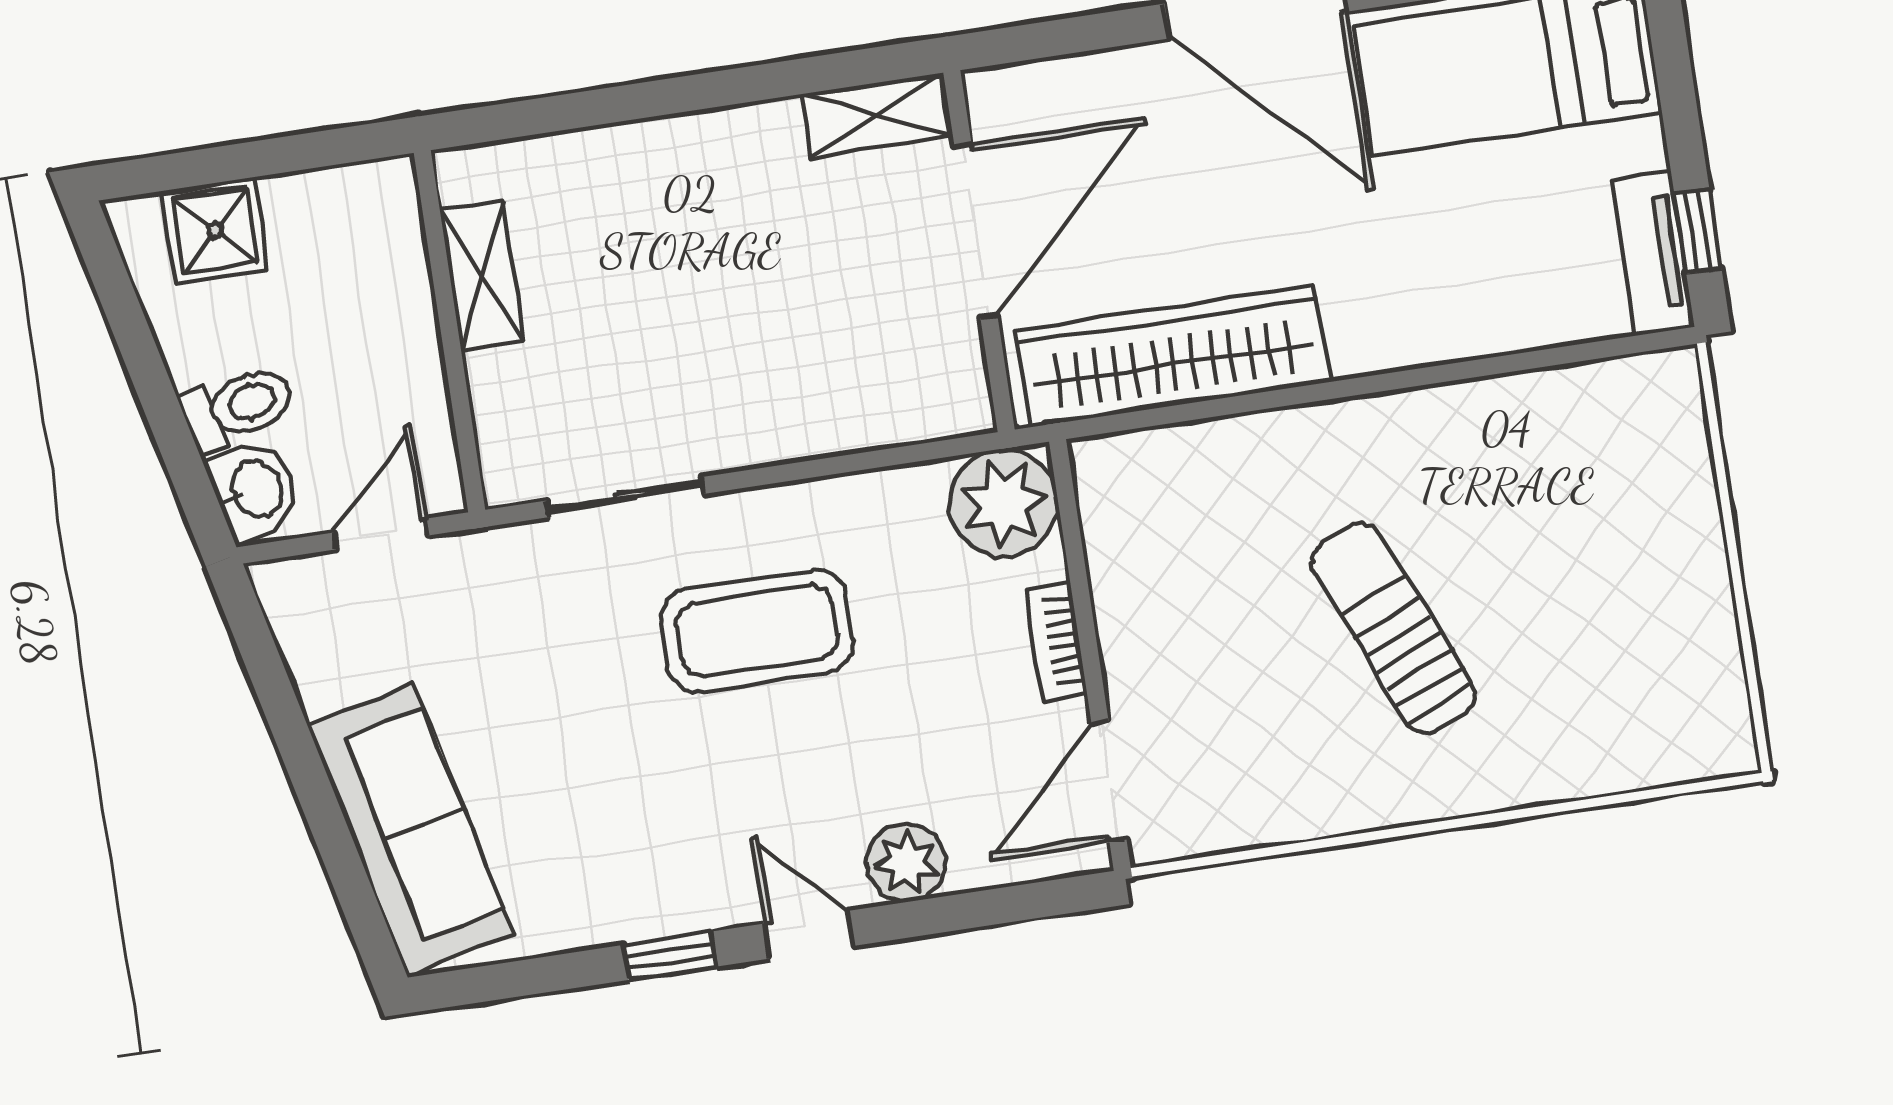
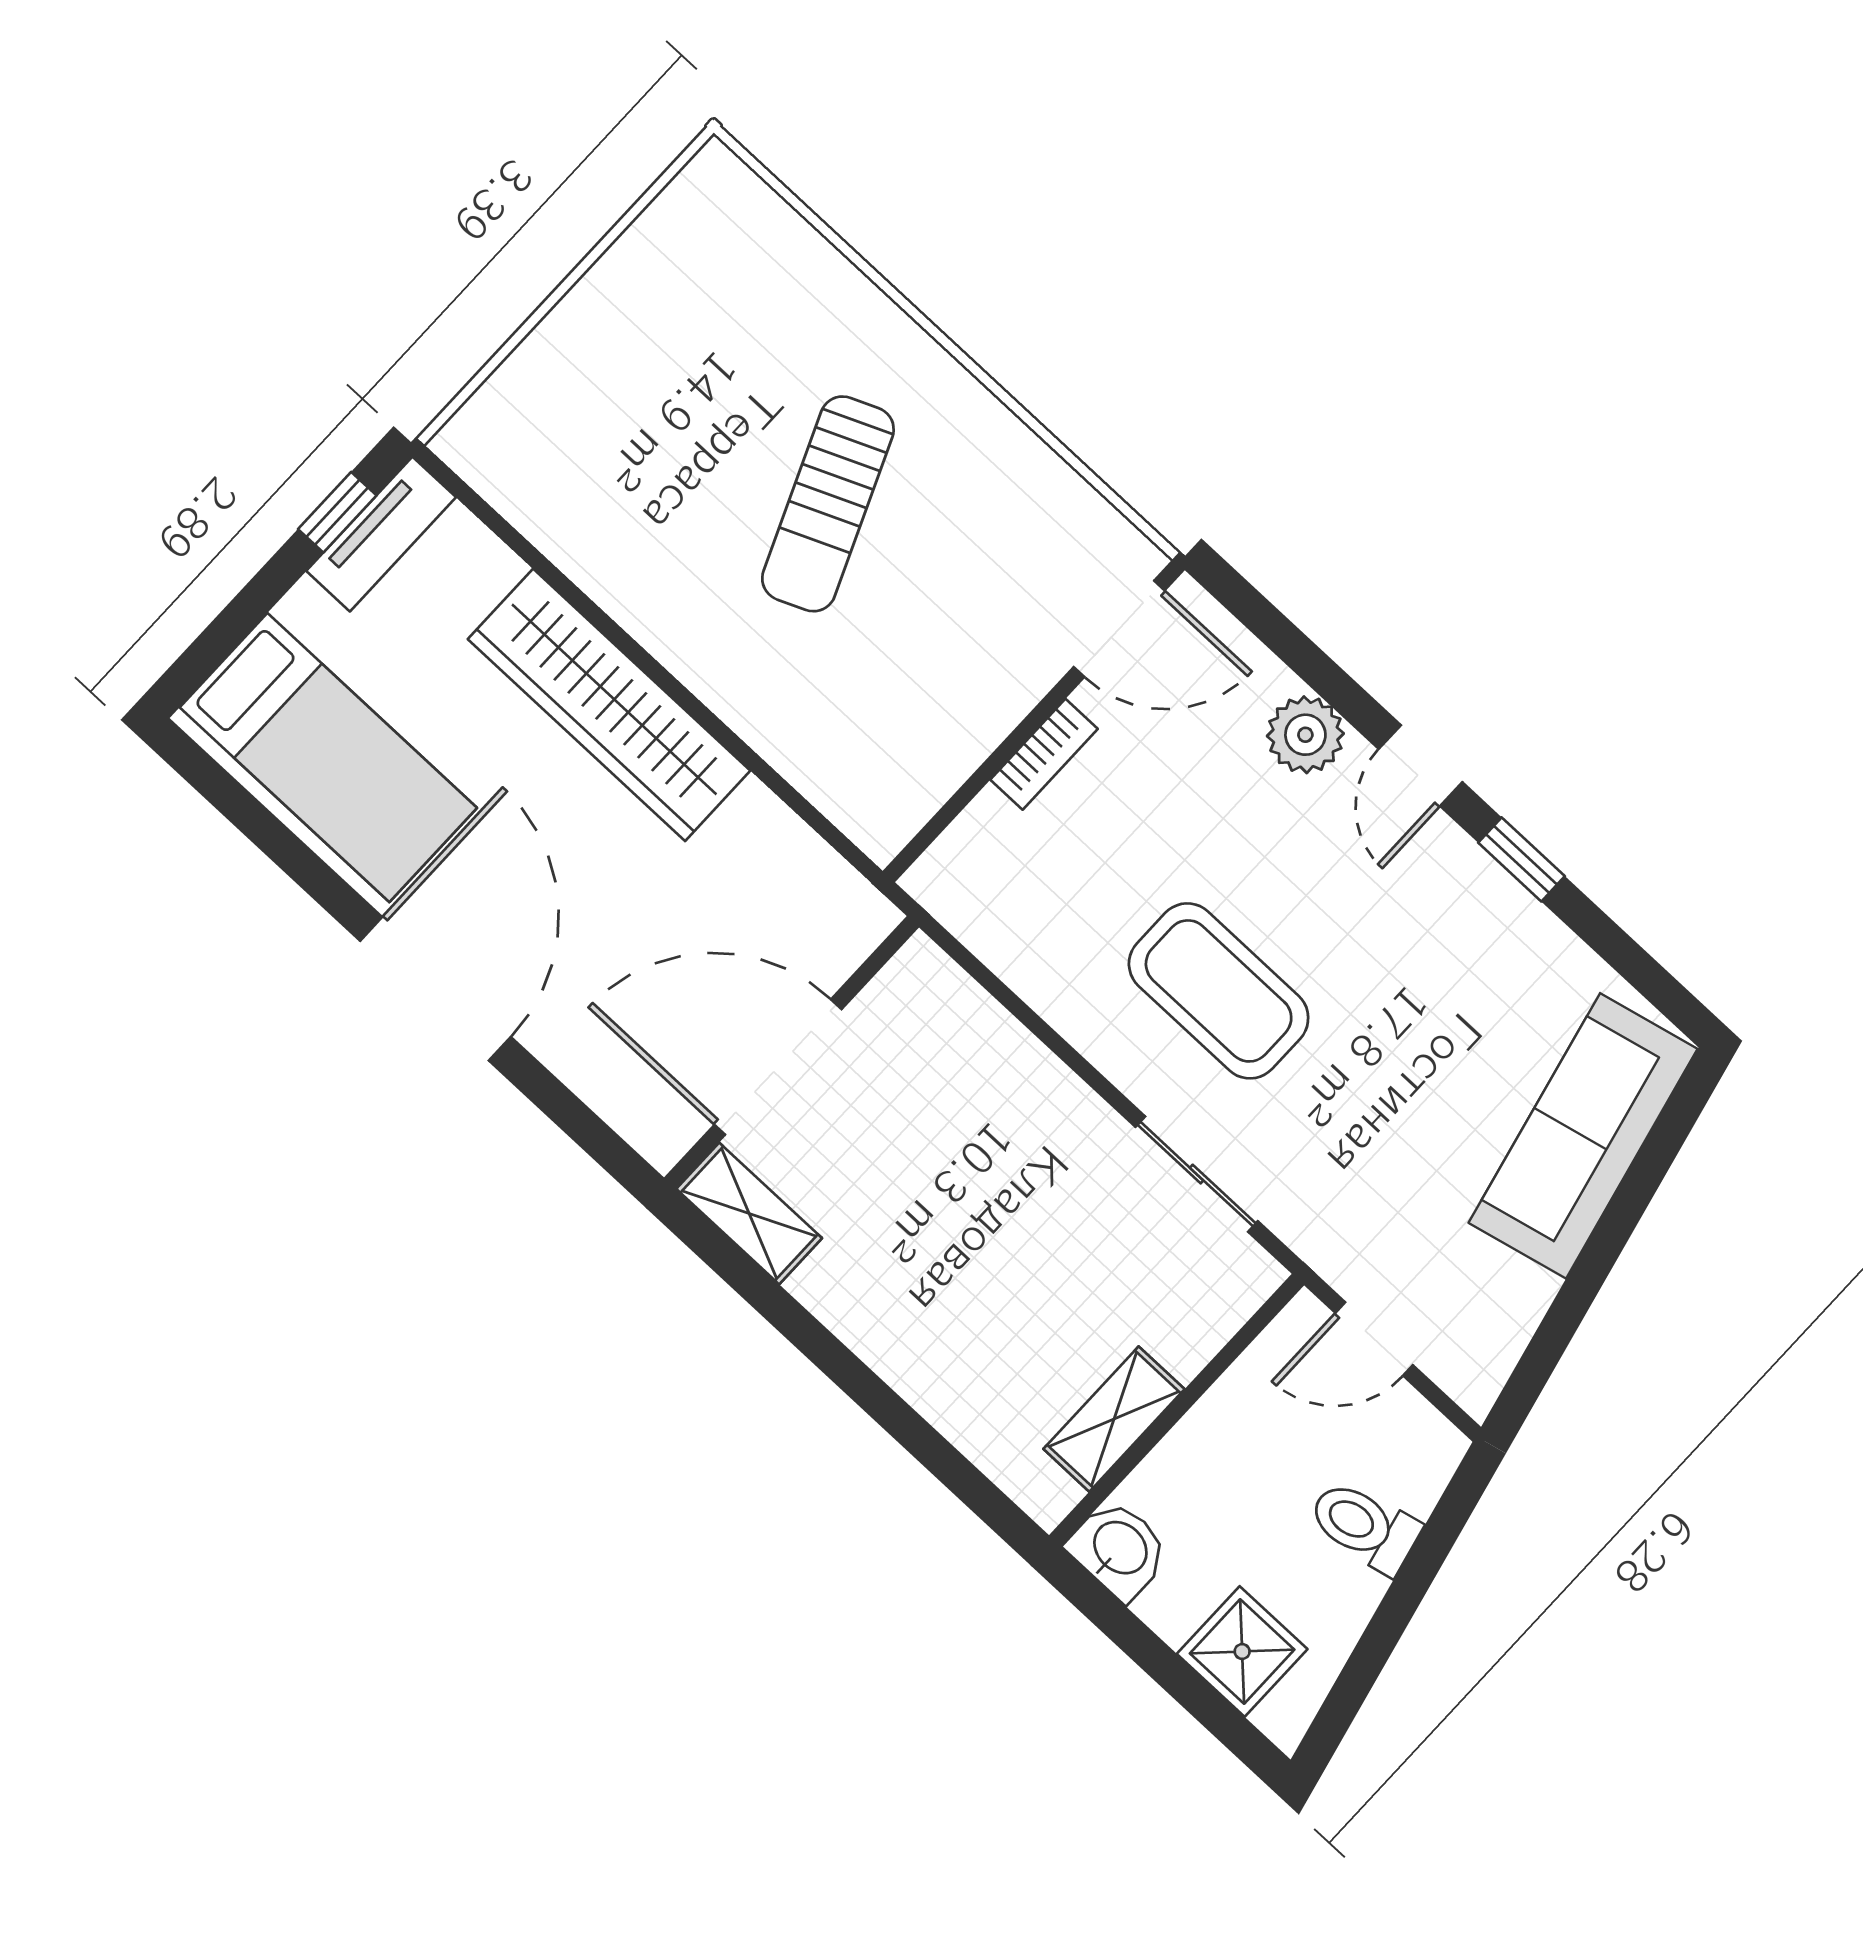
wardrobe: (1173, 356) -> (609, 705), moved
washbasin: (254, 490) -> (1119, 1549), moved, turned 103
plant: (1004, 503) -> (970, 880), removed

